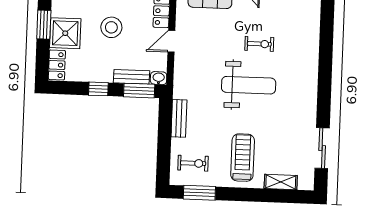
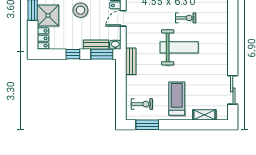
bench: (179, 118) -> (131, 61), moved

